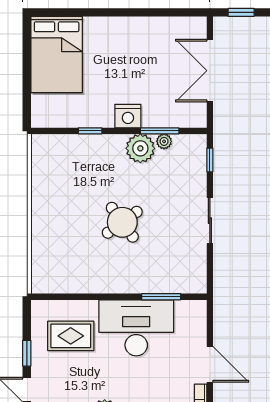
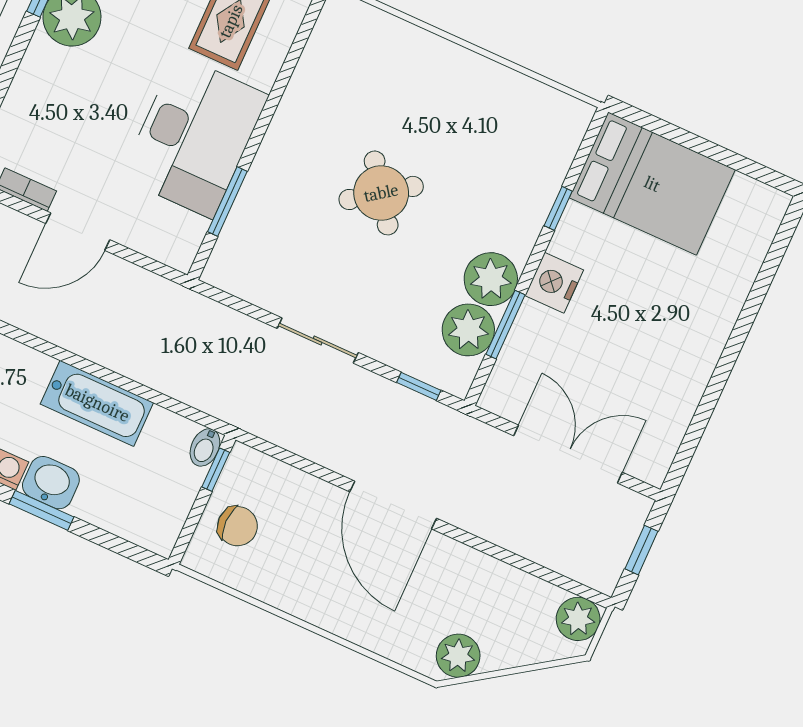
bed: (57, 55) -> (652, 184), moved, turned 180
plant: (164, 141) -> (468, 330), width x1.87, depth x1.87

